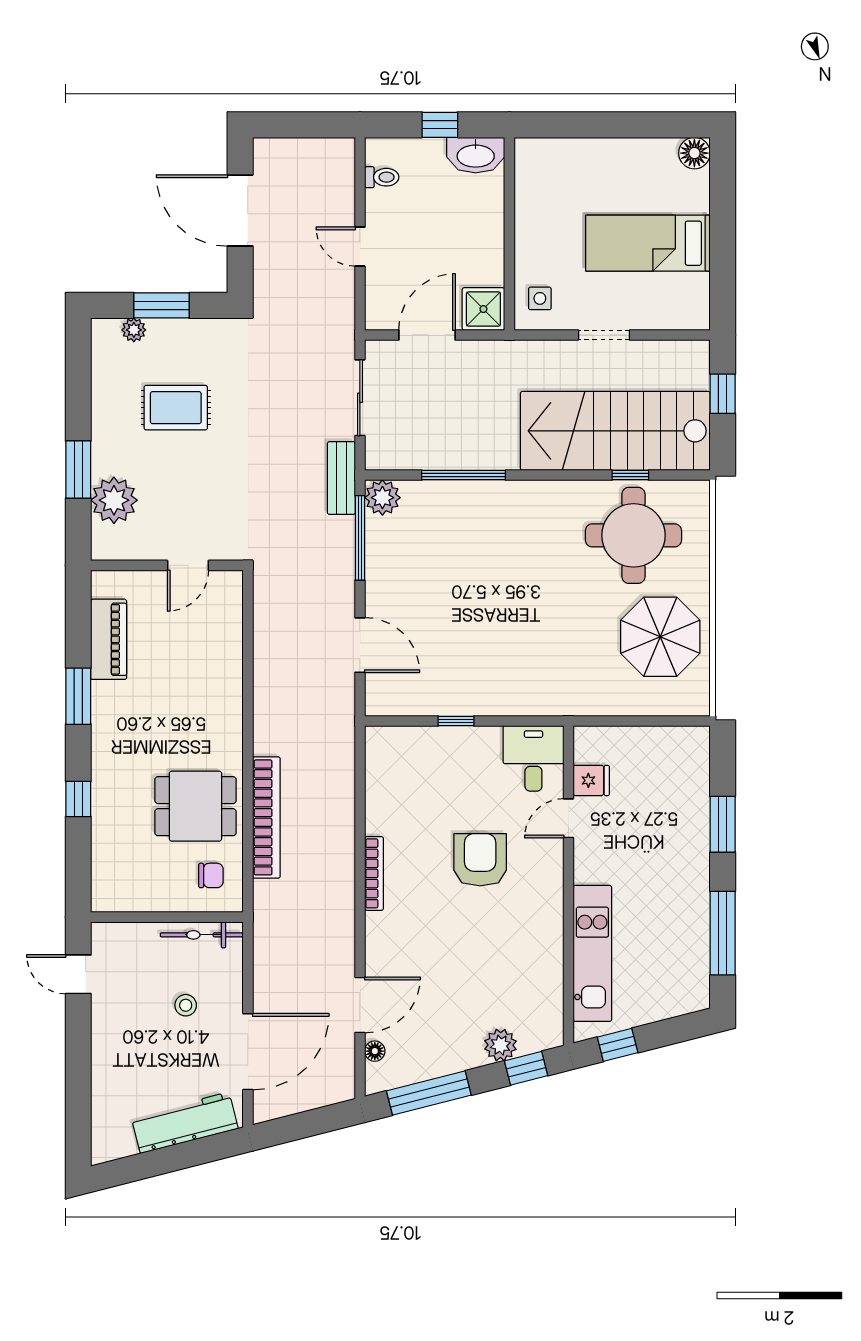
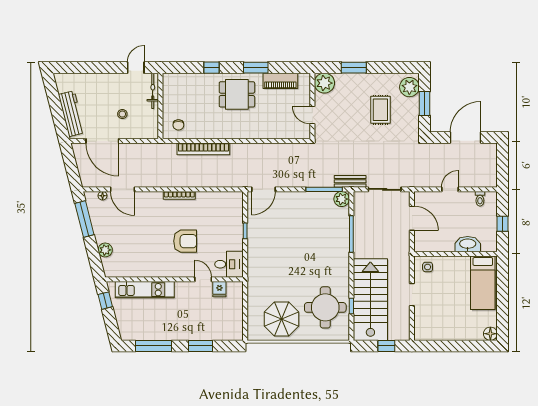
washbasin: (476, 155) -> (468, 244), moved, turned 90
bed: (648, 243) -> (483, 283), moved, turned 180
shower: (483, 309) -> (423, 243), removed
plant: (134, 330) -> (409, 87), width x1.88, depth x1.88
plant: (114, 500) -> (324, 83), moved
door: (360, 645) -> (263, 189), moved
dining table: (196, 806) -> (237, 94), moved, turned 90
bicycle: (202, 935) -> (153, 91), moved
window: (526, 1068) -> (95, 261), removed

